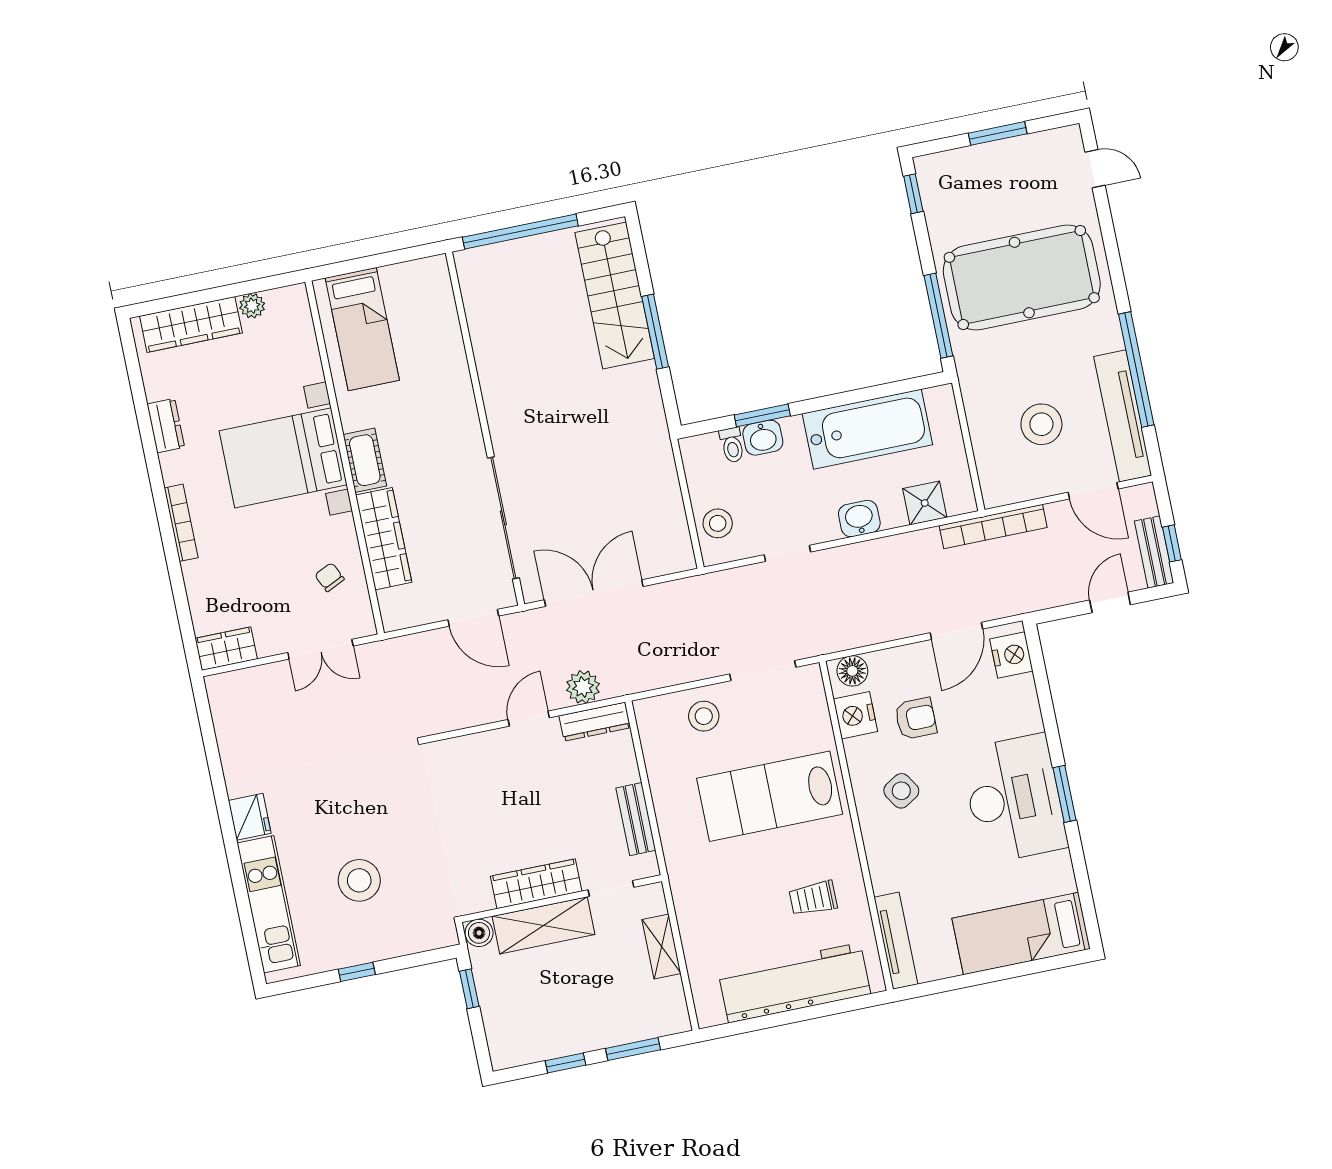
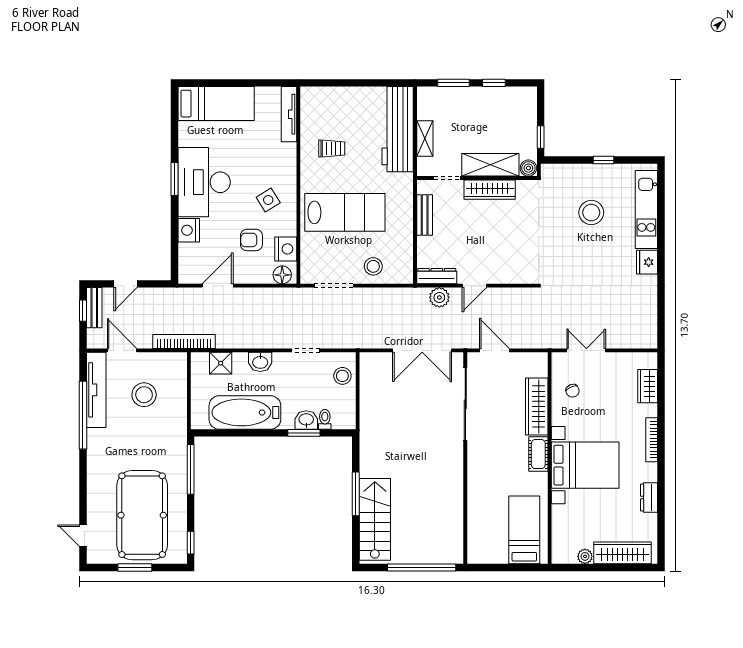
pool table: (1022, 278) -> (142, 515), moved, turned 90
wardrobe: (226, 649) -> (648, 386), moved, turned 90
nightstand: (1011, 655) -> (189, 230), moved
workbench: (794, 983) -> (398, 129), moved, turned 90

